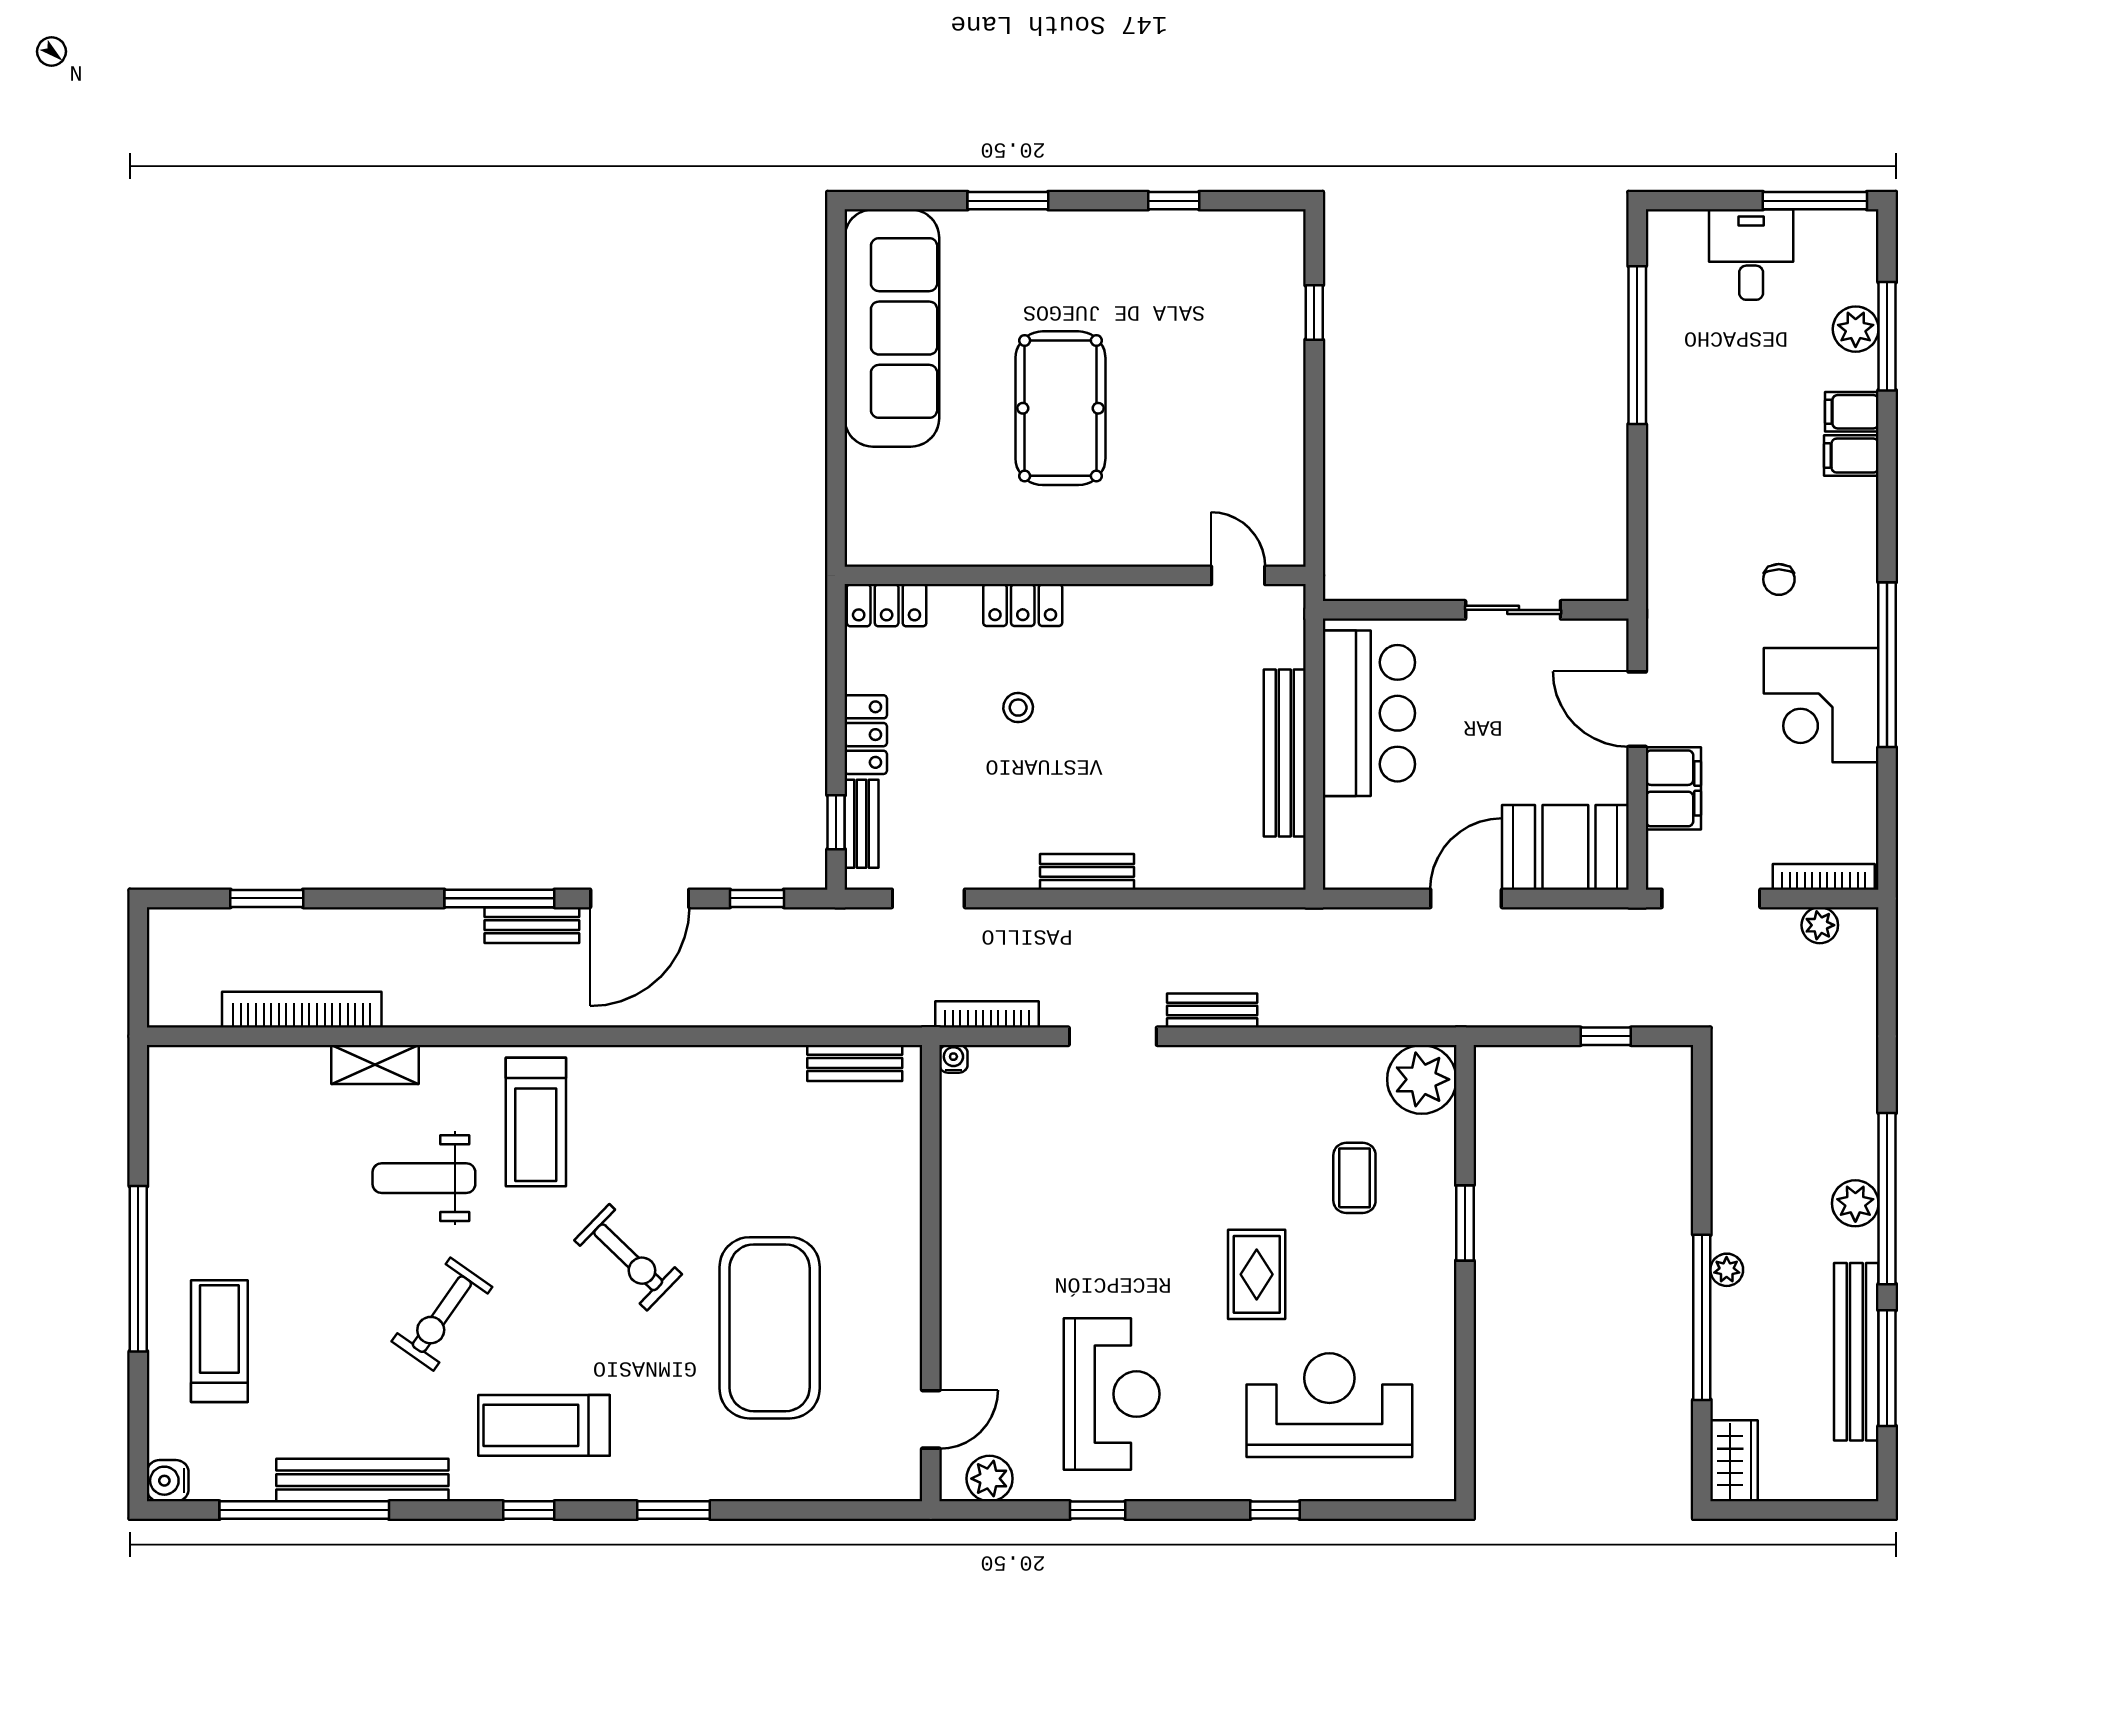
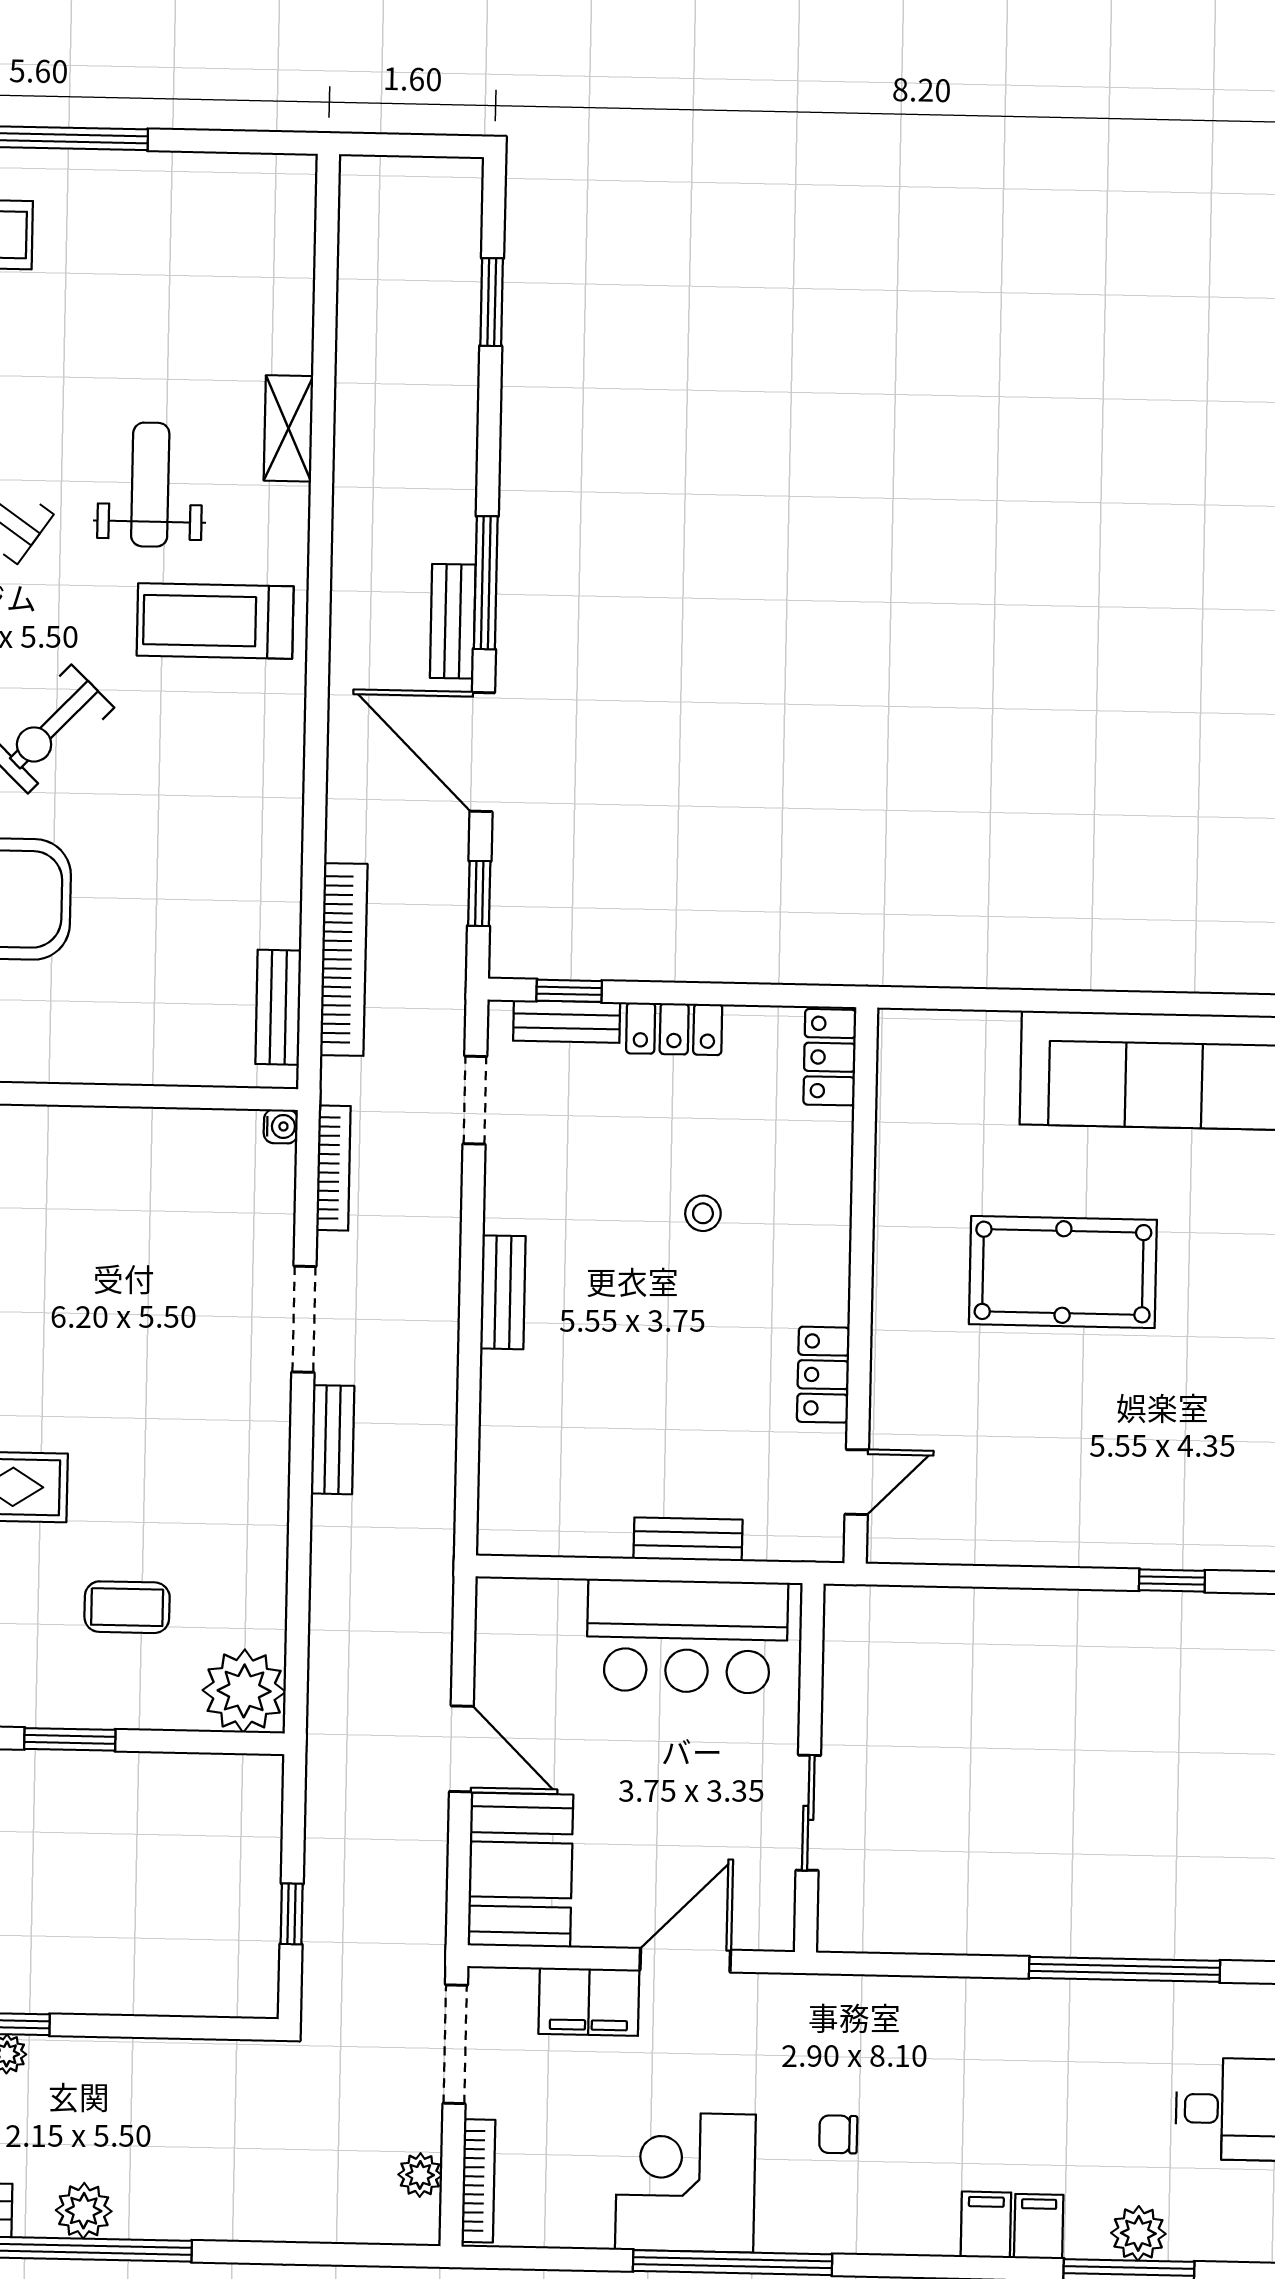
locker: (1023, 605) -> (823, 1375), moved
bench: (1285, 753) -> (688, 1539), width x0.54, depth x0.82
bookcase: (302, 1010) -> (344, 960), moved

